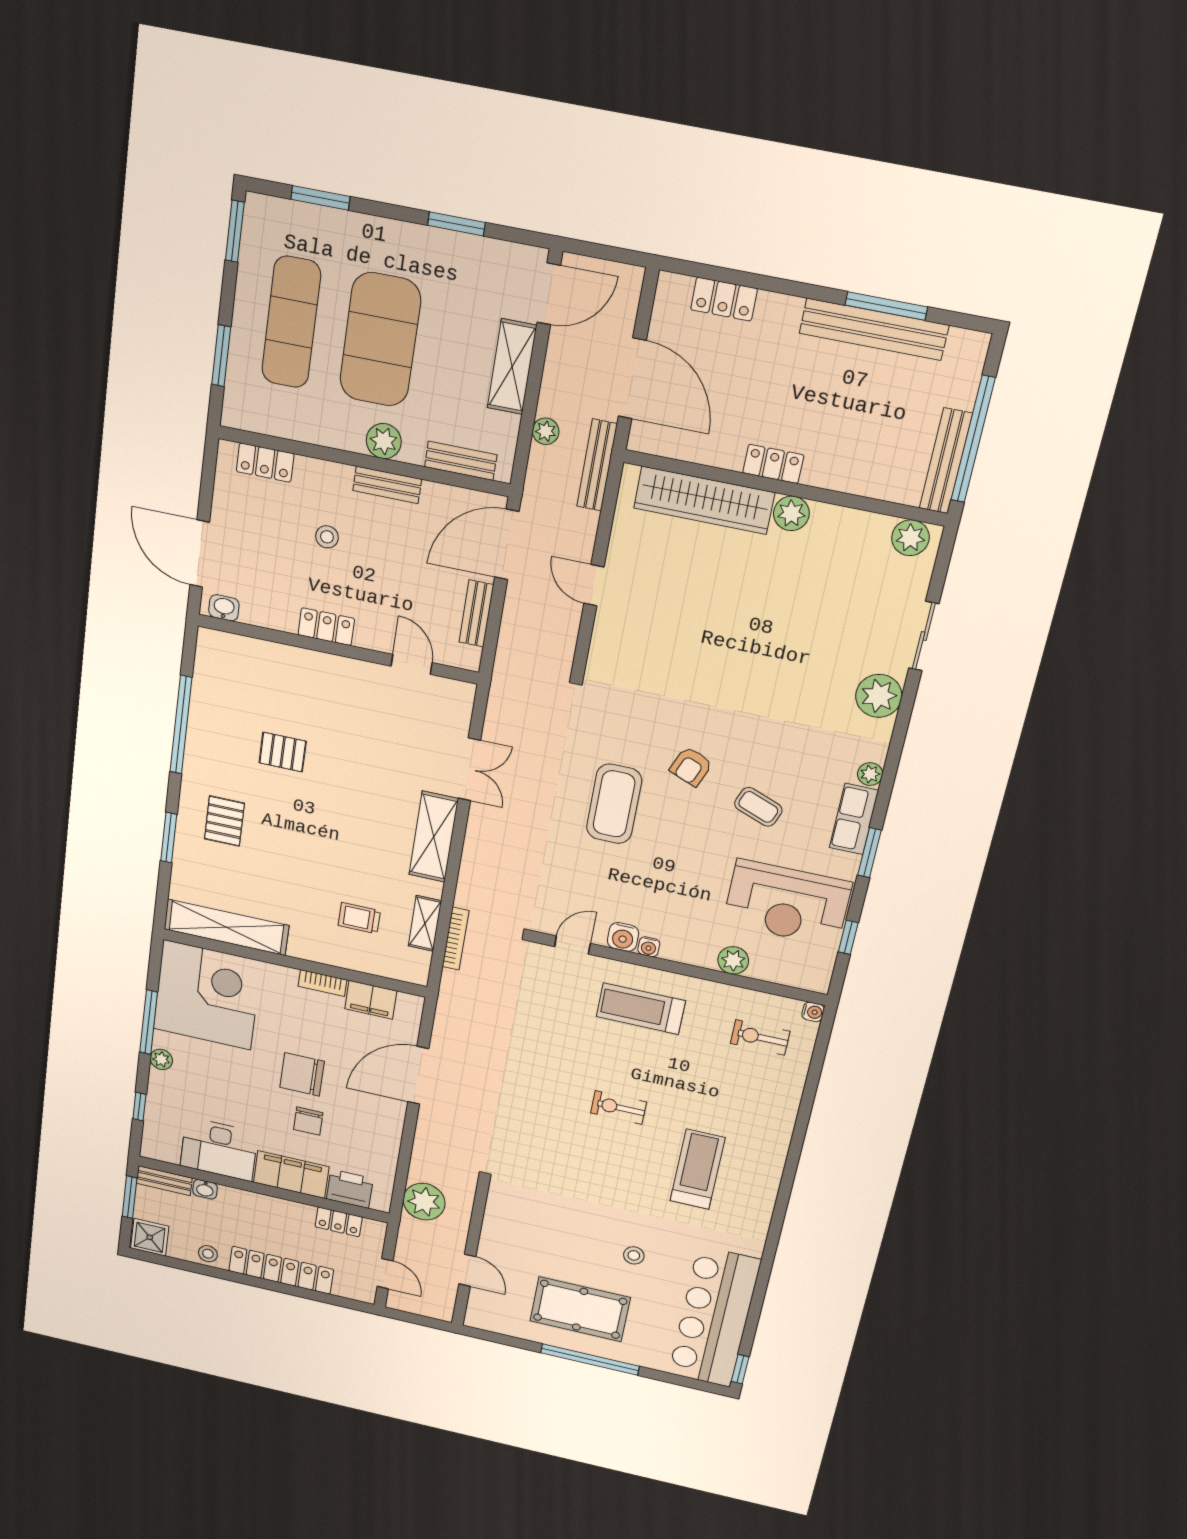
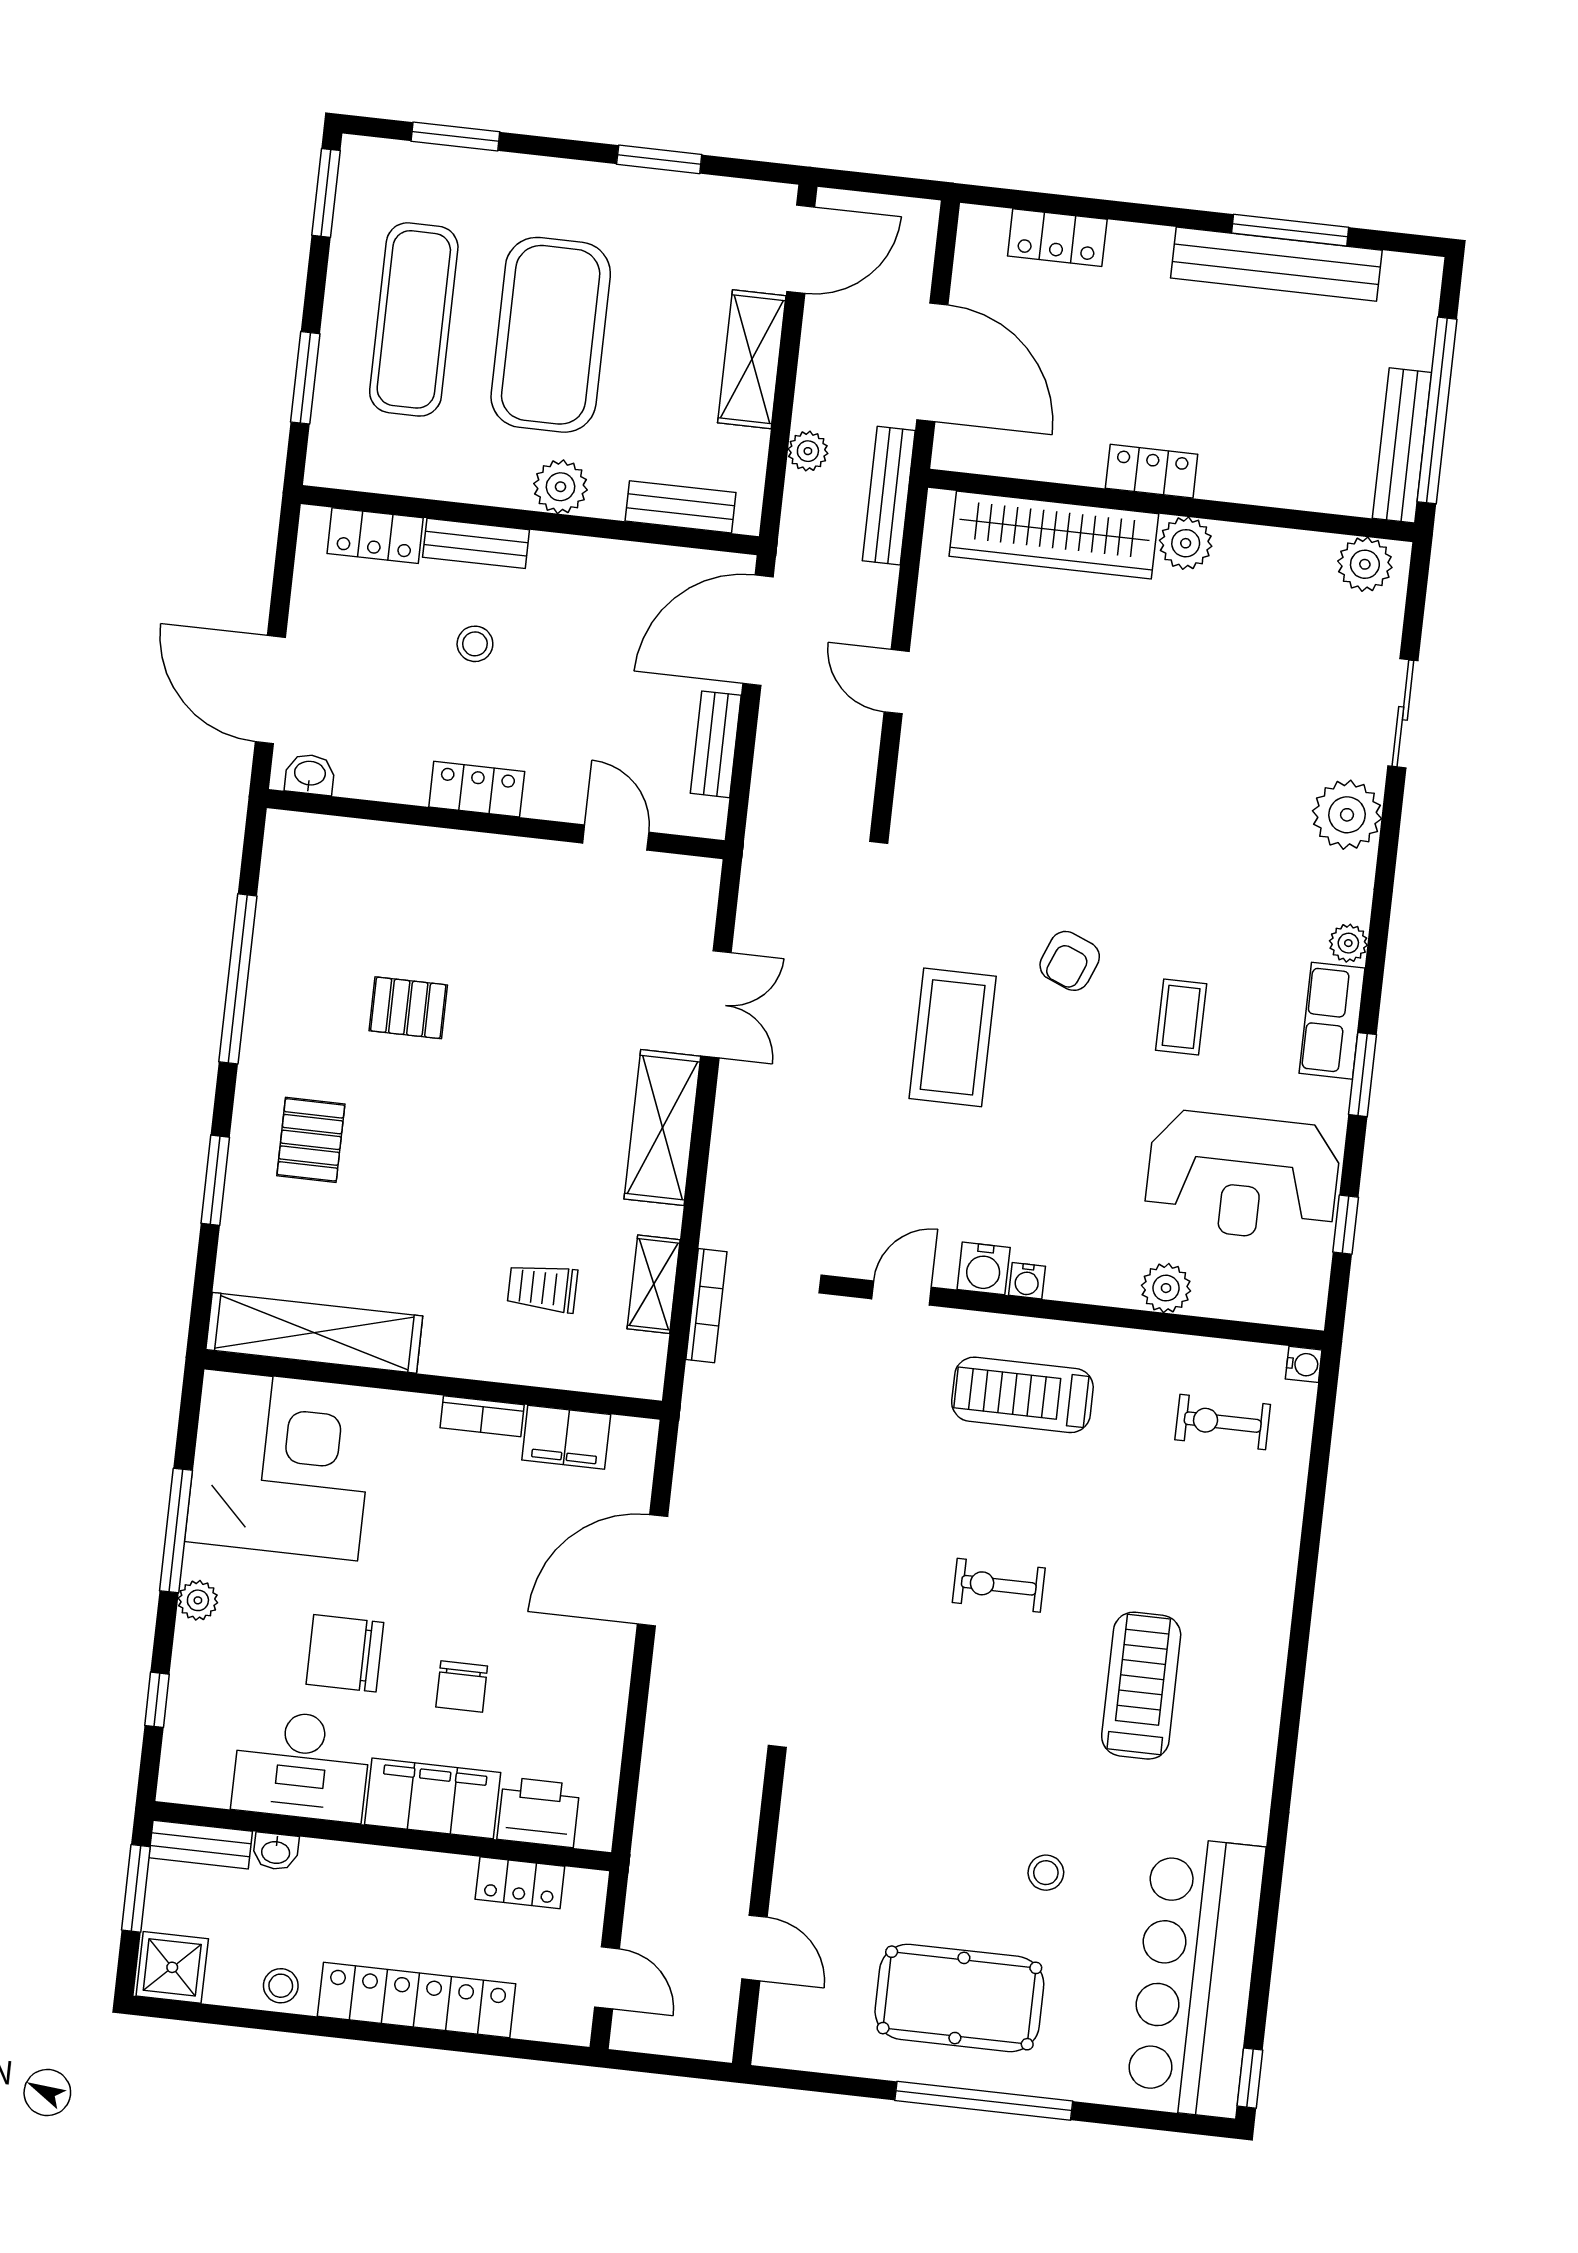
bench: (387, 485) -> (476, 543), moved
coffee table: (758, 807) -> (1181, 1017), turned 69
chair: (302, 1074) -> (345, 1653), moved
plant: (424, 1202) -> (672, 1819), removed

